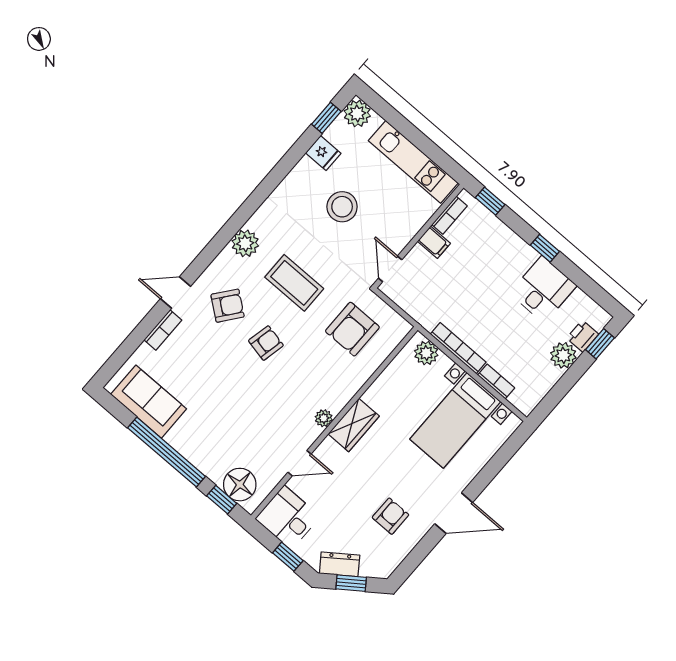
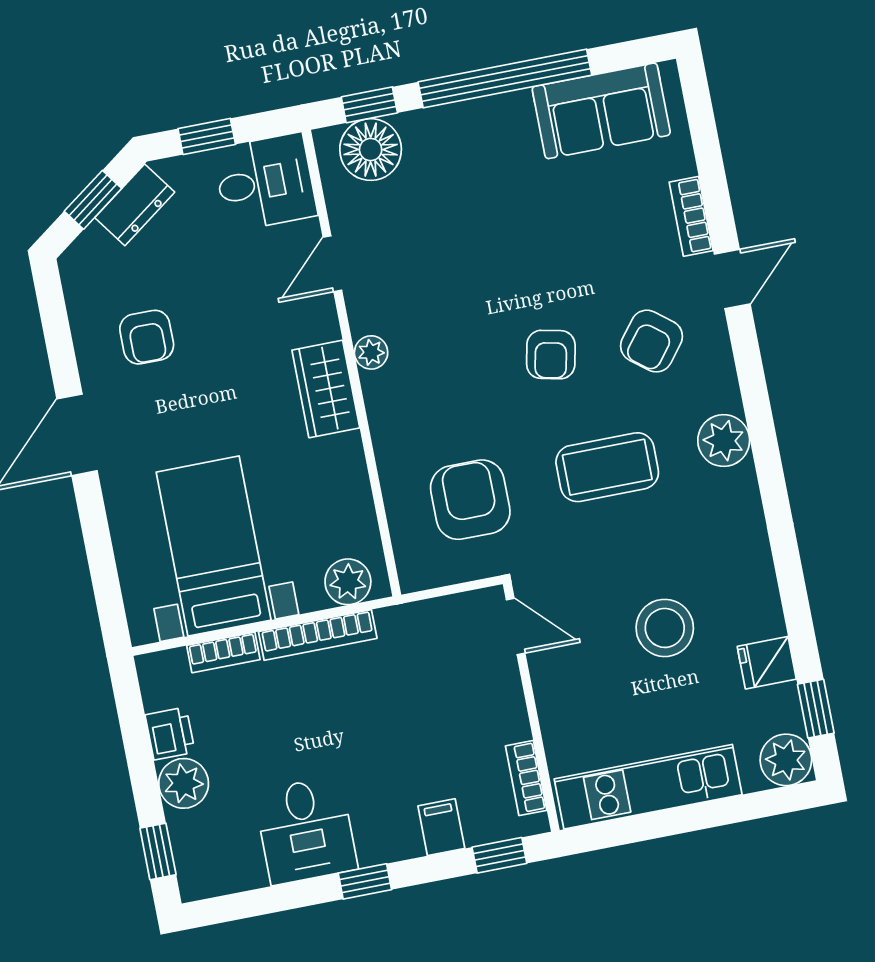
filing cabinet: (434, 242) -> (441, 827), moved, turned 90
printer: (583, 336) -> (170, 734), moved

